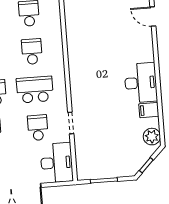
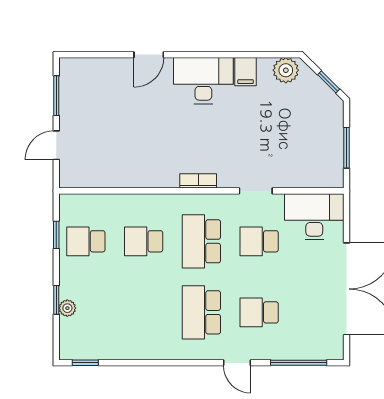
door: (153, 16) -> (149, 55), moved
bookcase: (74, 84) -> (198, 181), added

